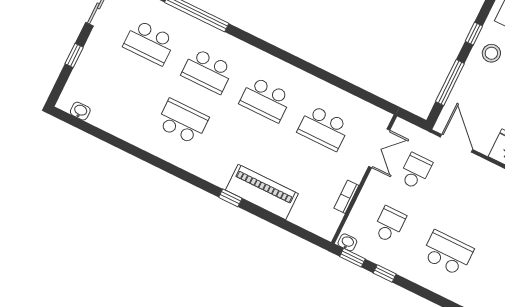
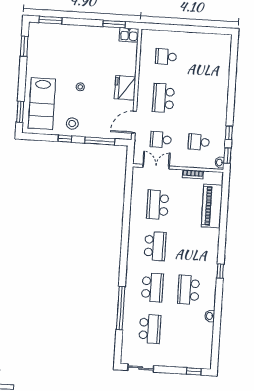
window: (74, 56) -> (194, 371), moved
washbasin: (80, 111) -> (210, 316), moved
school desk: (324, 128) -> (158, 205), turned 180
piano: (262, 192) -> (212, 206), moved
window: (230, 198) -> (220, 271), moved
school desk: (448, 253) -> (163, 98), moved

